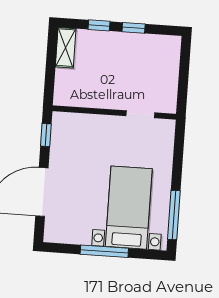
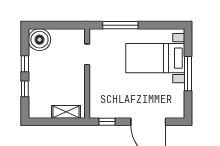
shelving: (66, 48) -> (66, 112), moved
boiler: (165, 50) -> (39, 40), added
window: (174, 215) -> (120, 25), moved

